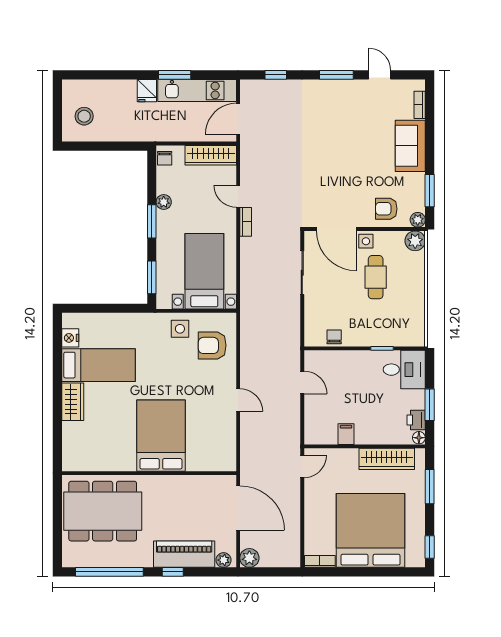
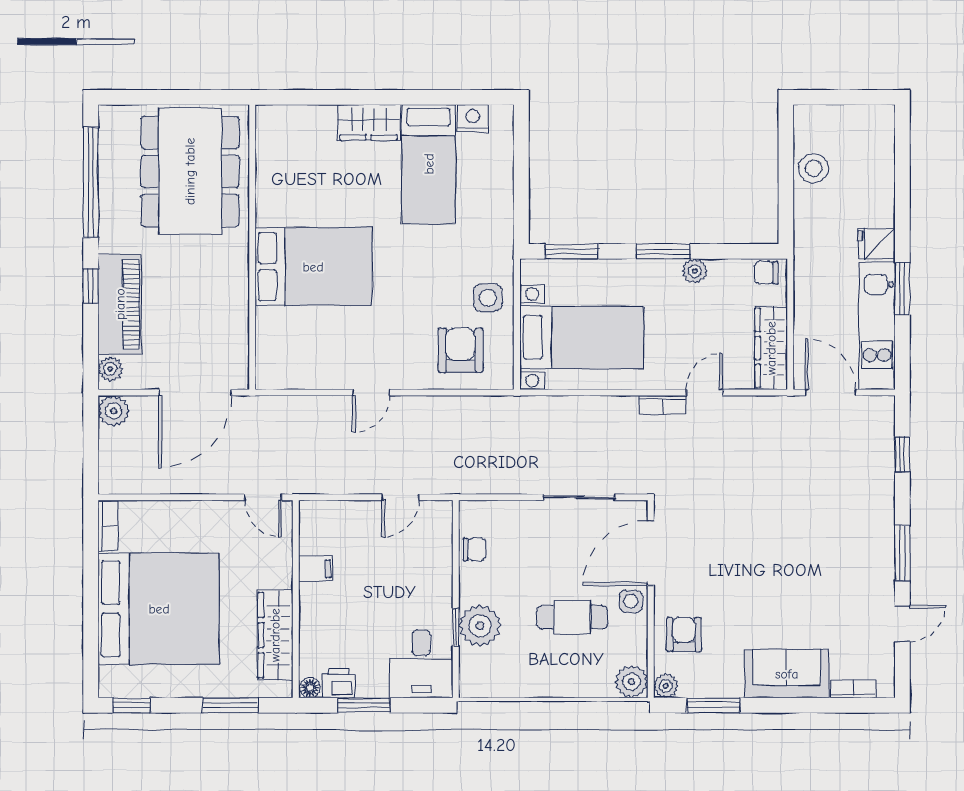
stool: (84, 116) -> (814, 168), moved
plant: (381, 334) -> (480, 626), added

